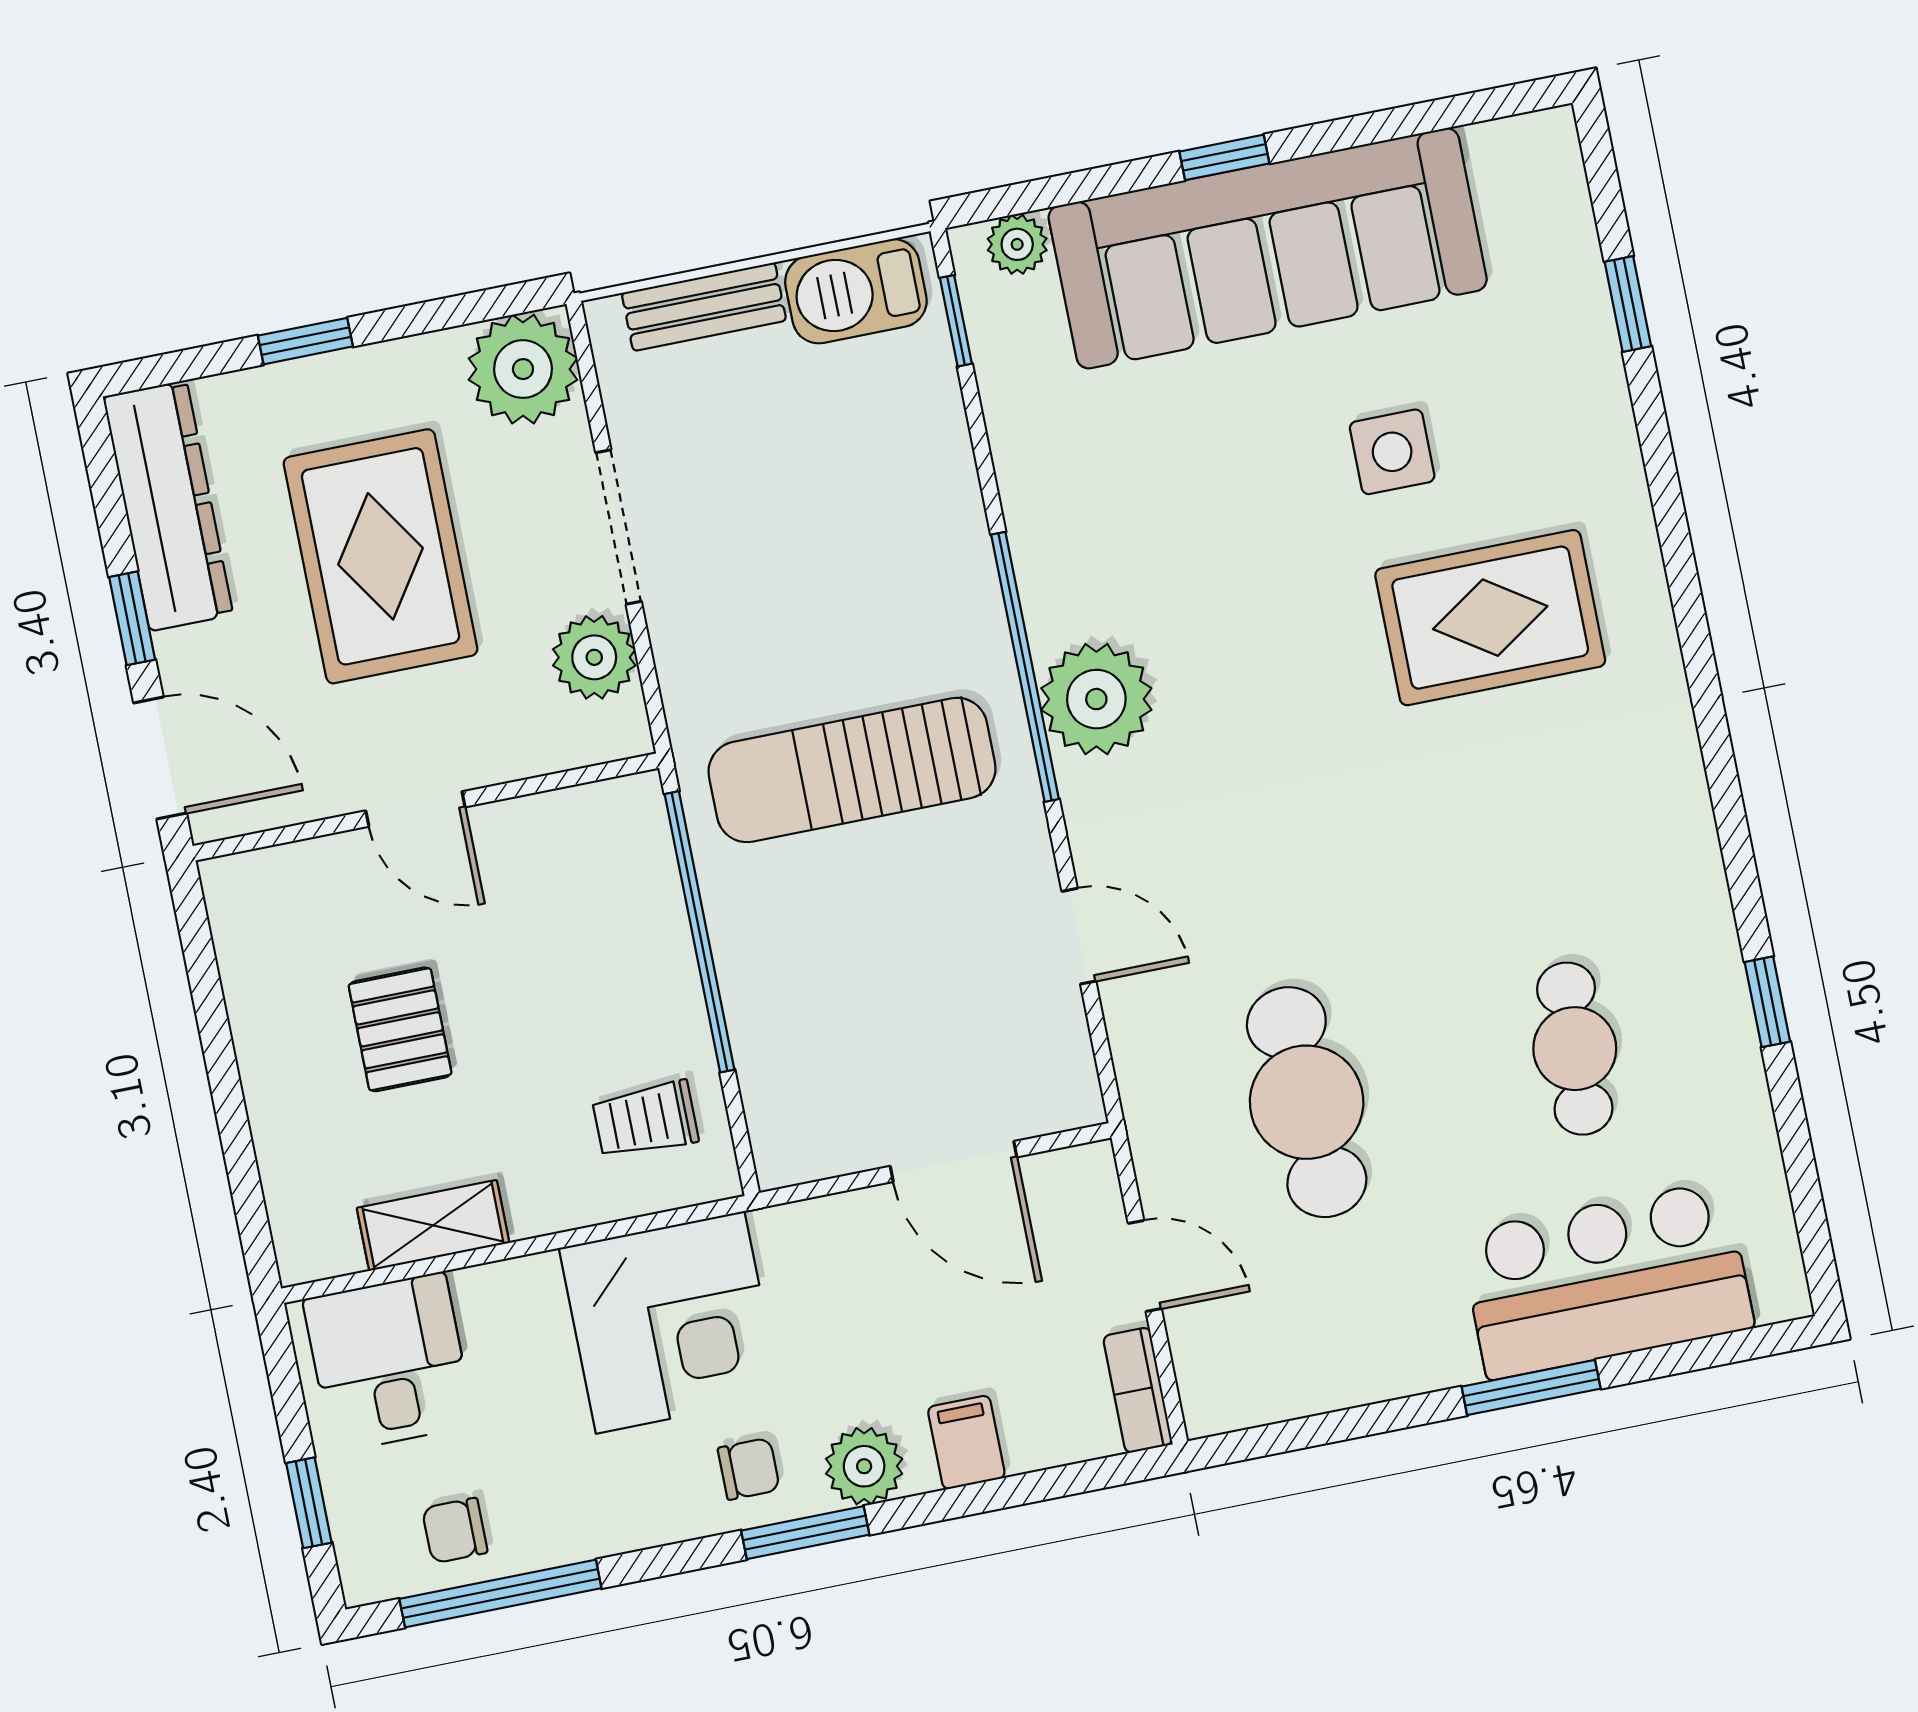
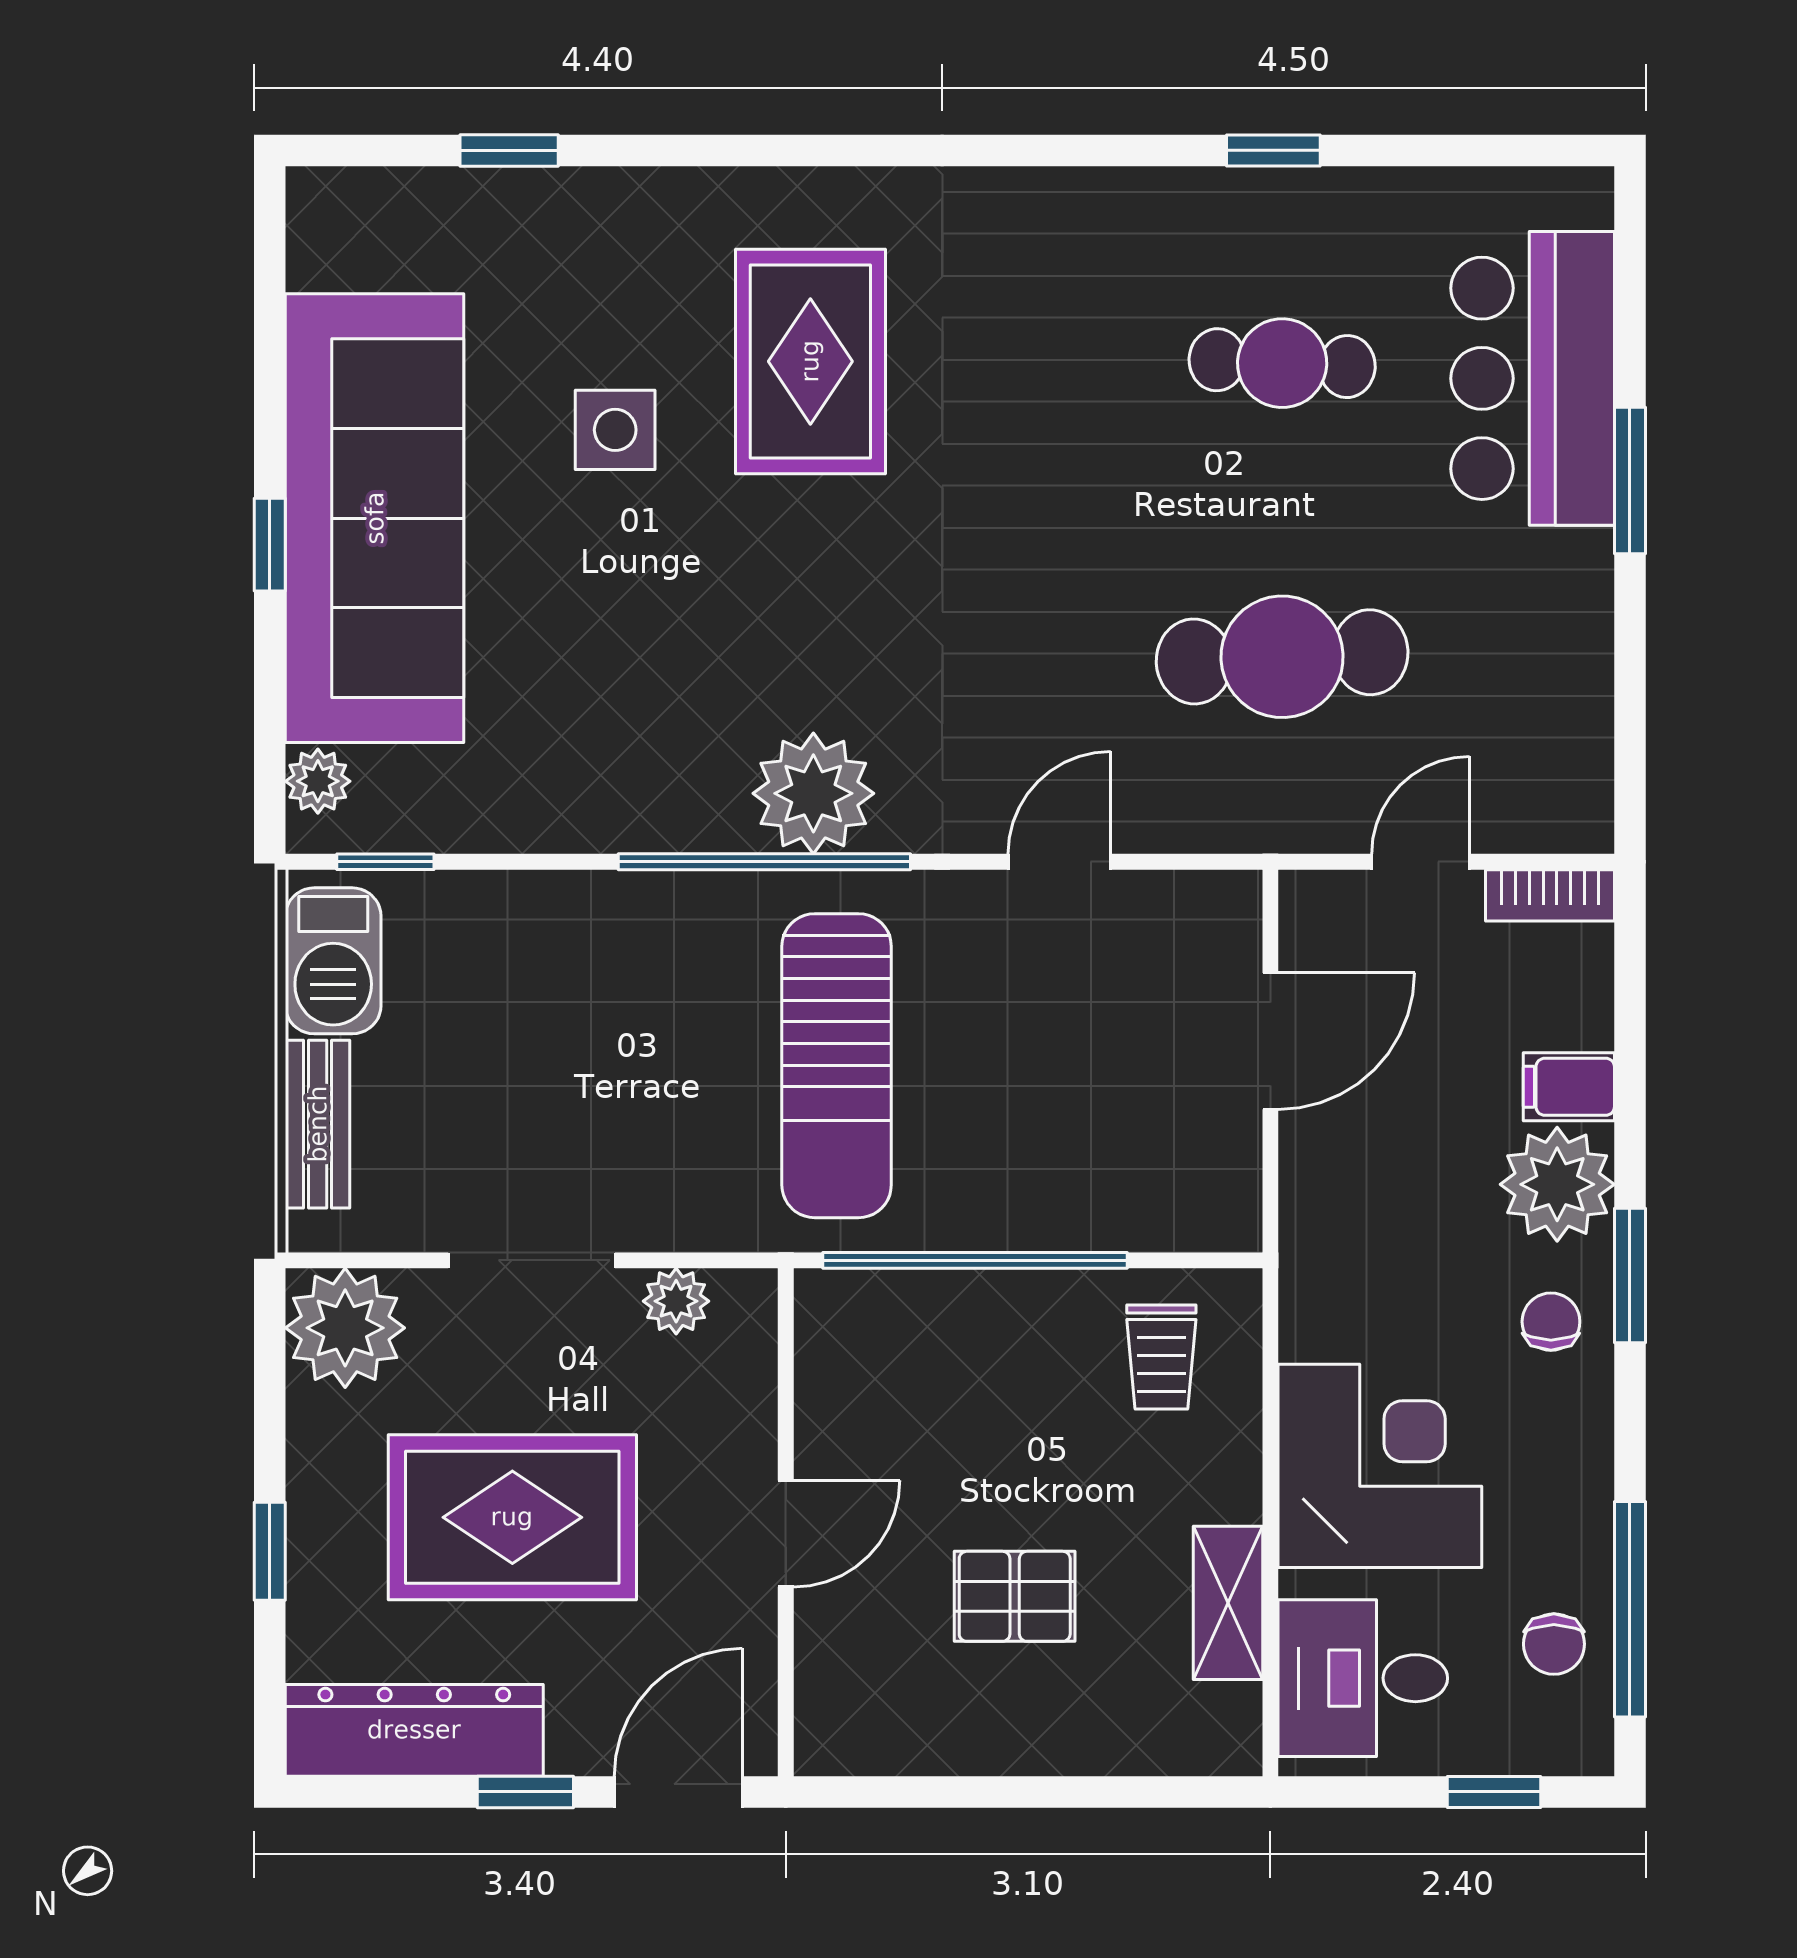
plant: (594, 657) -> (676, 1301), width x0.73, depth x0.73
corner desk: (670, 1322) -> (1380, 1466), moved
plant: (864, 1466) -> (1557, 1184), width x1.36, depth x1.36

